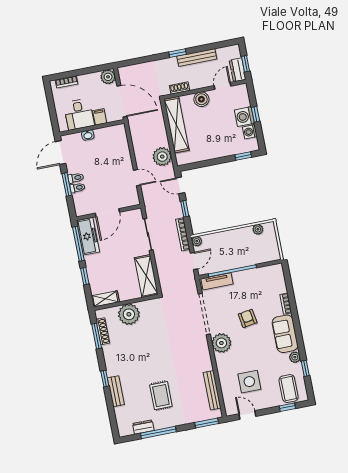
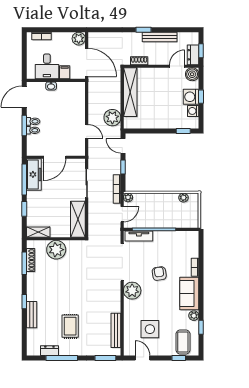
boiler: (201, 99) -> (192, 74), moved

